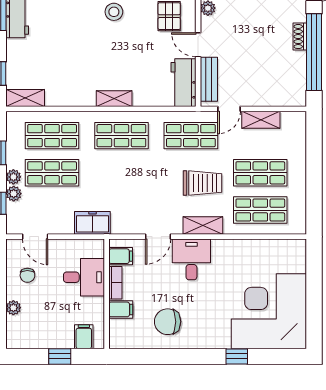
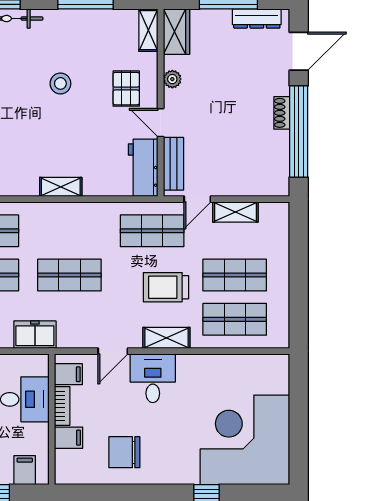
shop shelf: (121, 136) -> (69, 275), moved
trolley: (202, 183) -> (166, 287), turned 180

